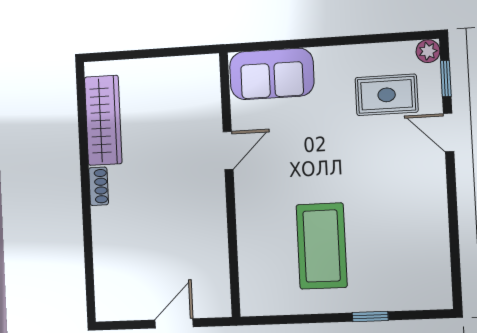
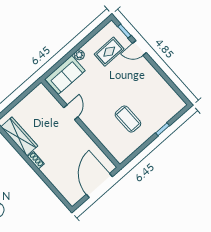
plant: (428, 51) -> (79, 55), moved
coffee table: (322, 246) -> (128, 119), width x0.73, depth x0.76
door: (174, 323) -> (99, 185), width x1.87

